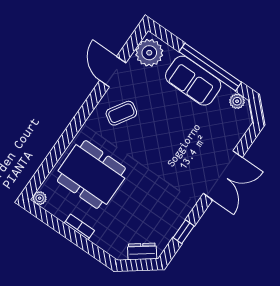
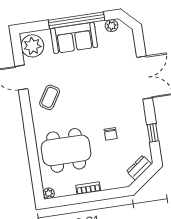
chair: (145, 197) -> (111, 134), added

